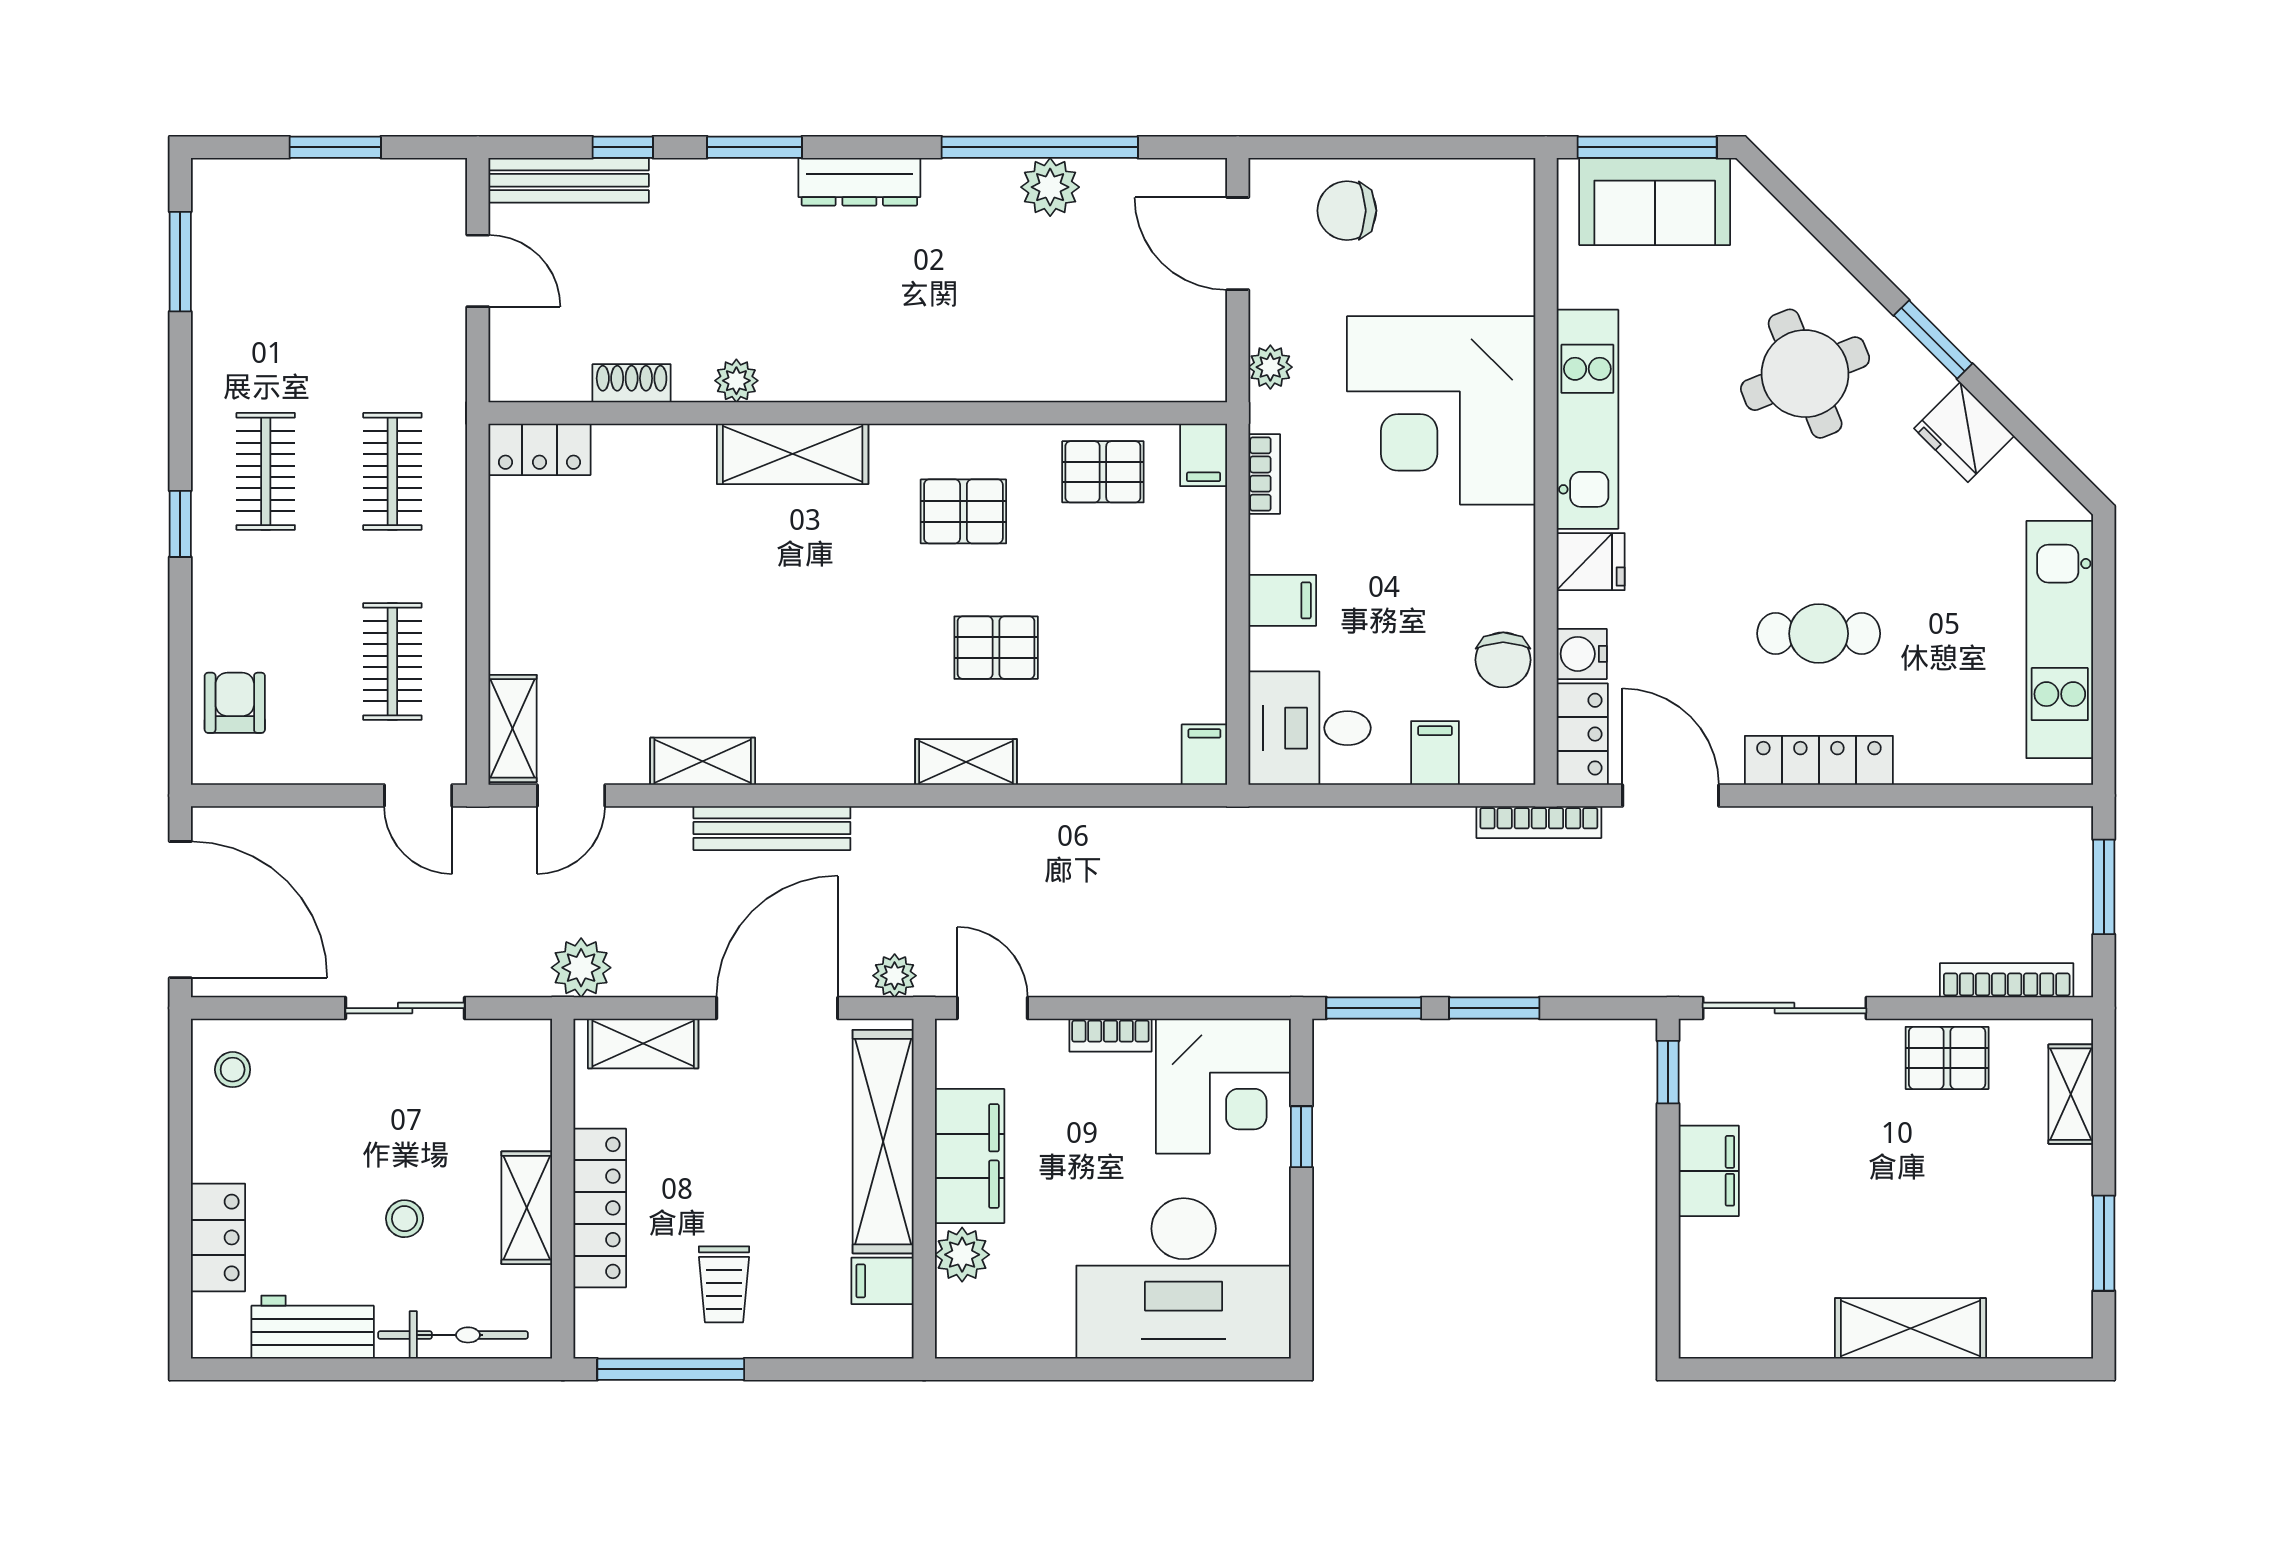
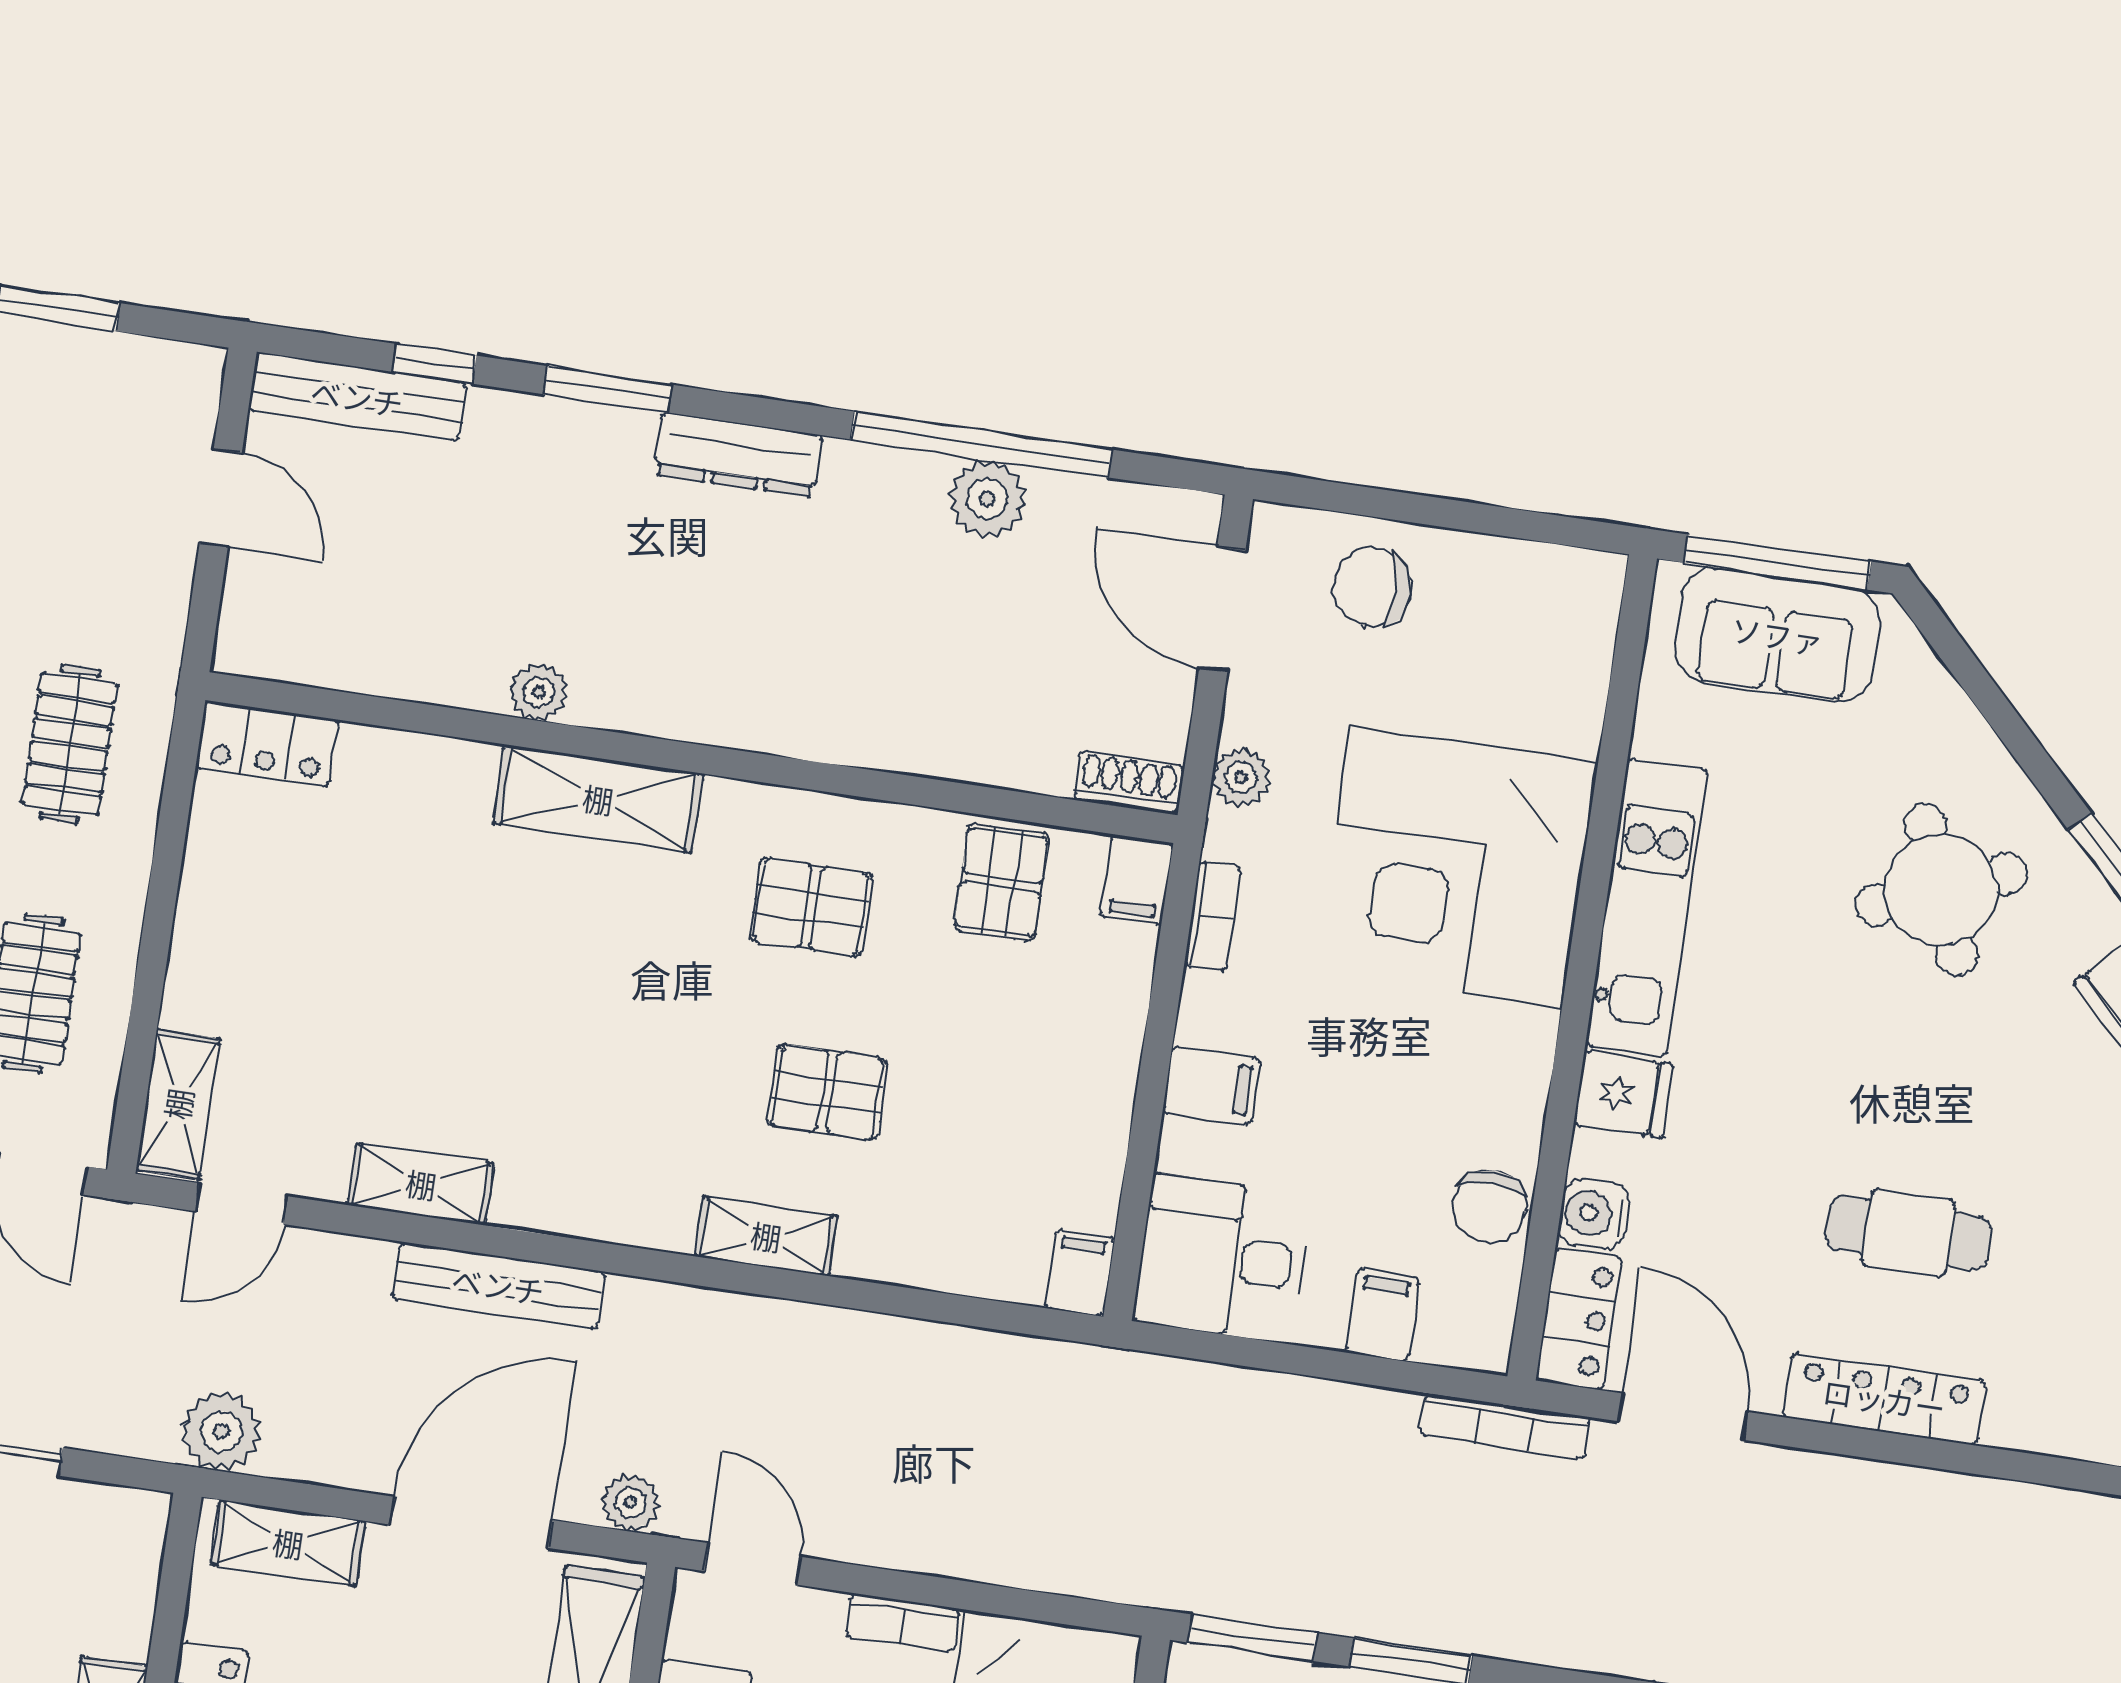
shoe rack: (632, 383) -> (1128, 782), moved
pallet: (1103, 472) -> (1001, 882), turned 90

